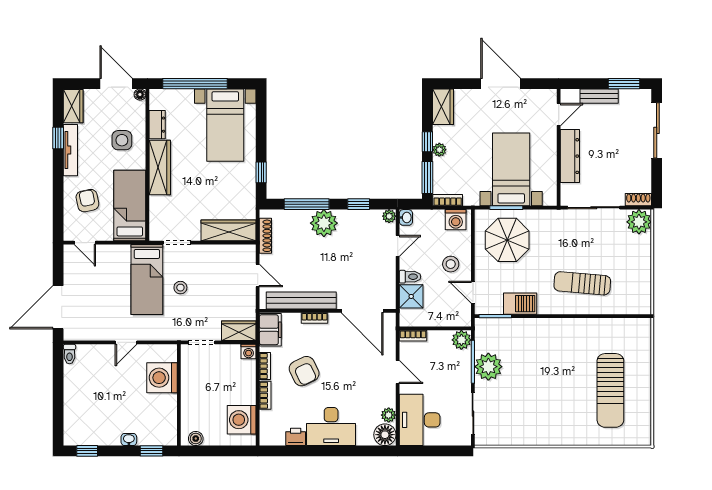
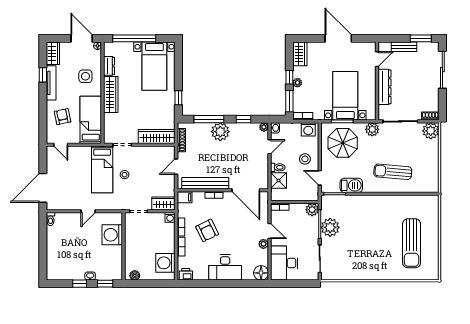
plant: (551, 220) -> (372, 129), added
door: (258, 276) -> (176, 167), swing flipped
filing cabinet: (270, 330) -> (185, 197), width x0.50
plant: (389, 415) -> (263, 244), moved
printer: (296, 437) -> (186, 274), moved
window: (87, 451) -> (80, 284), moved

